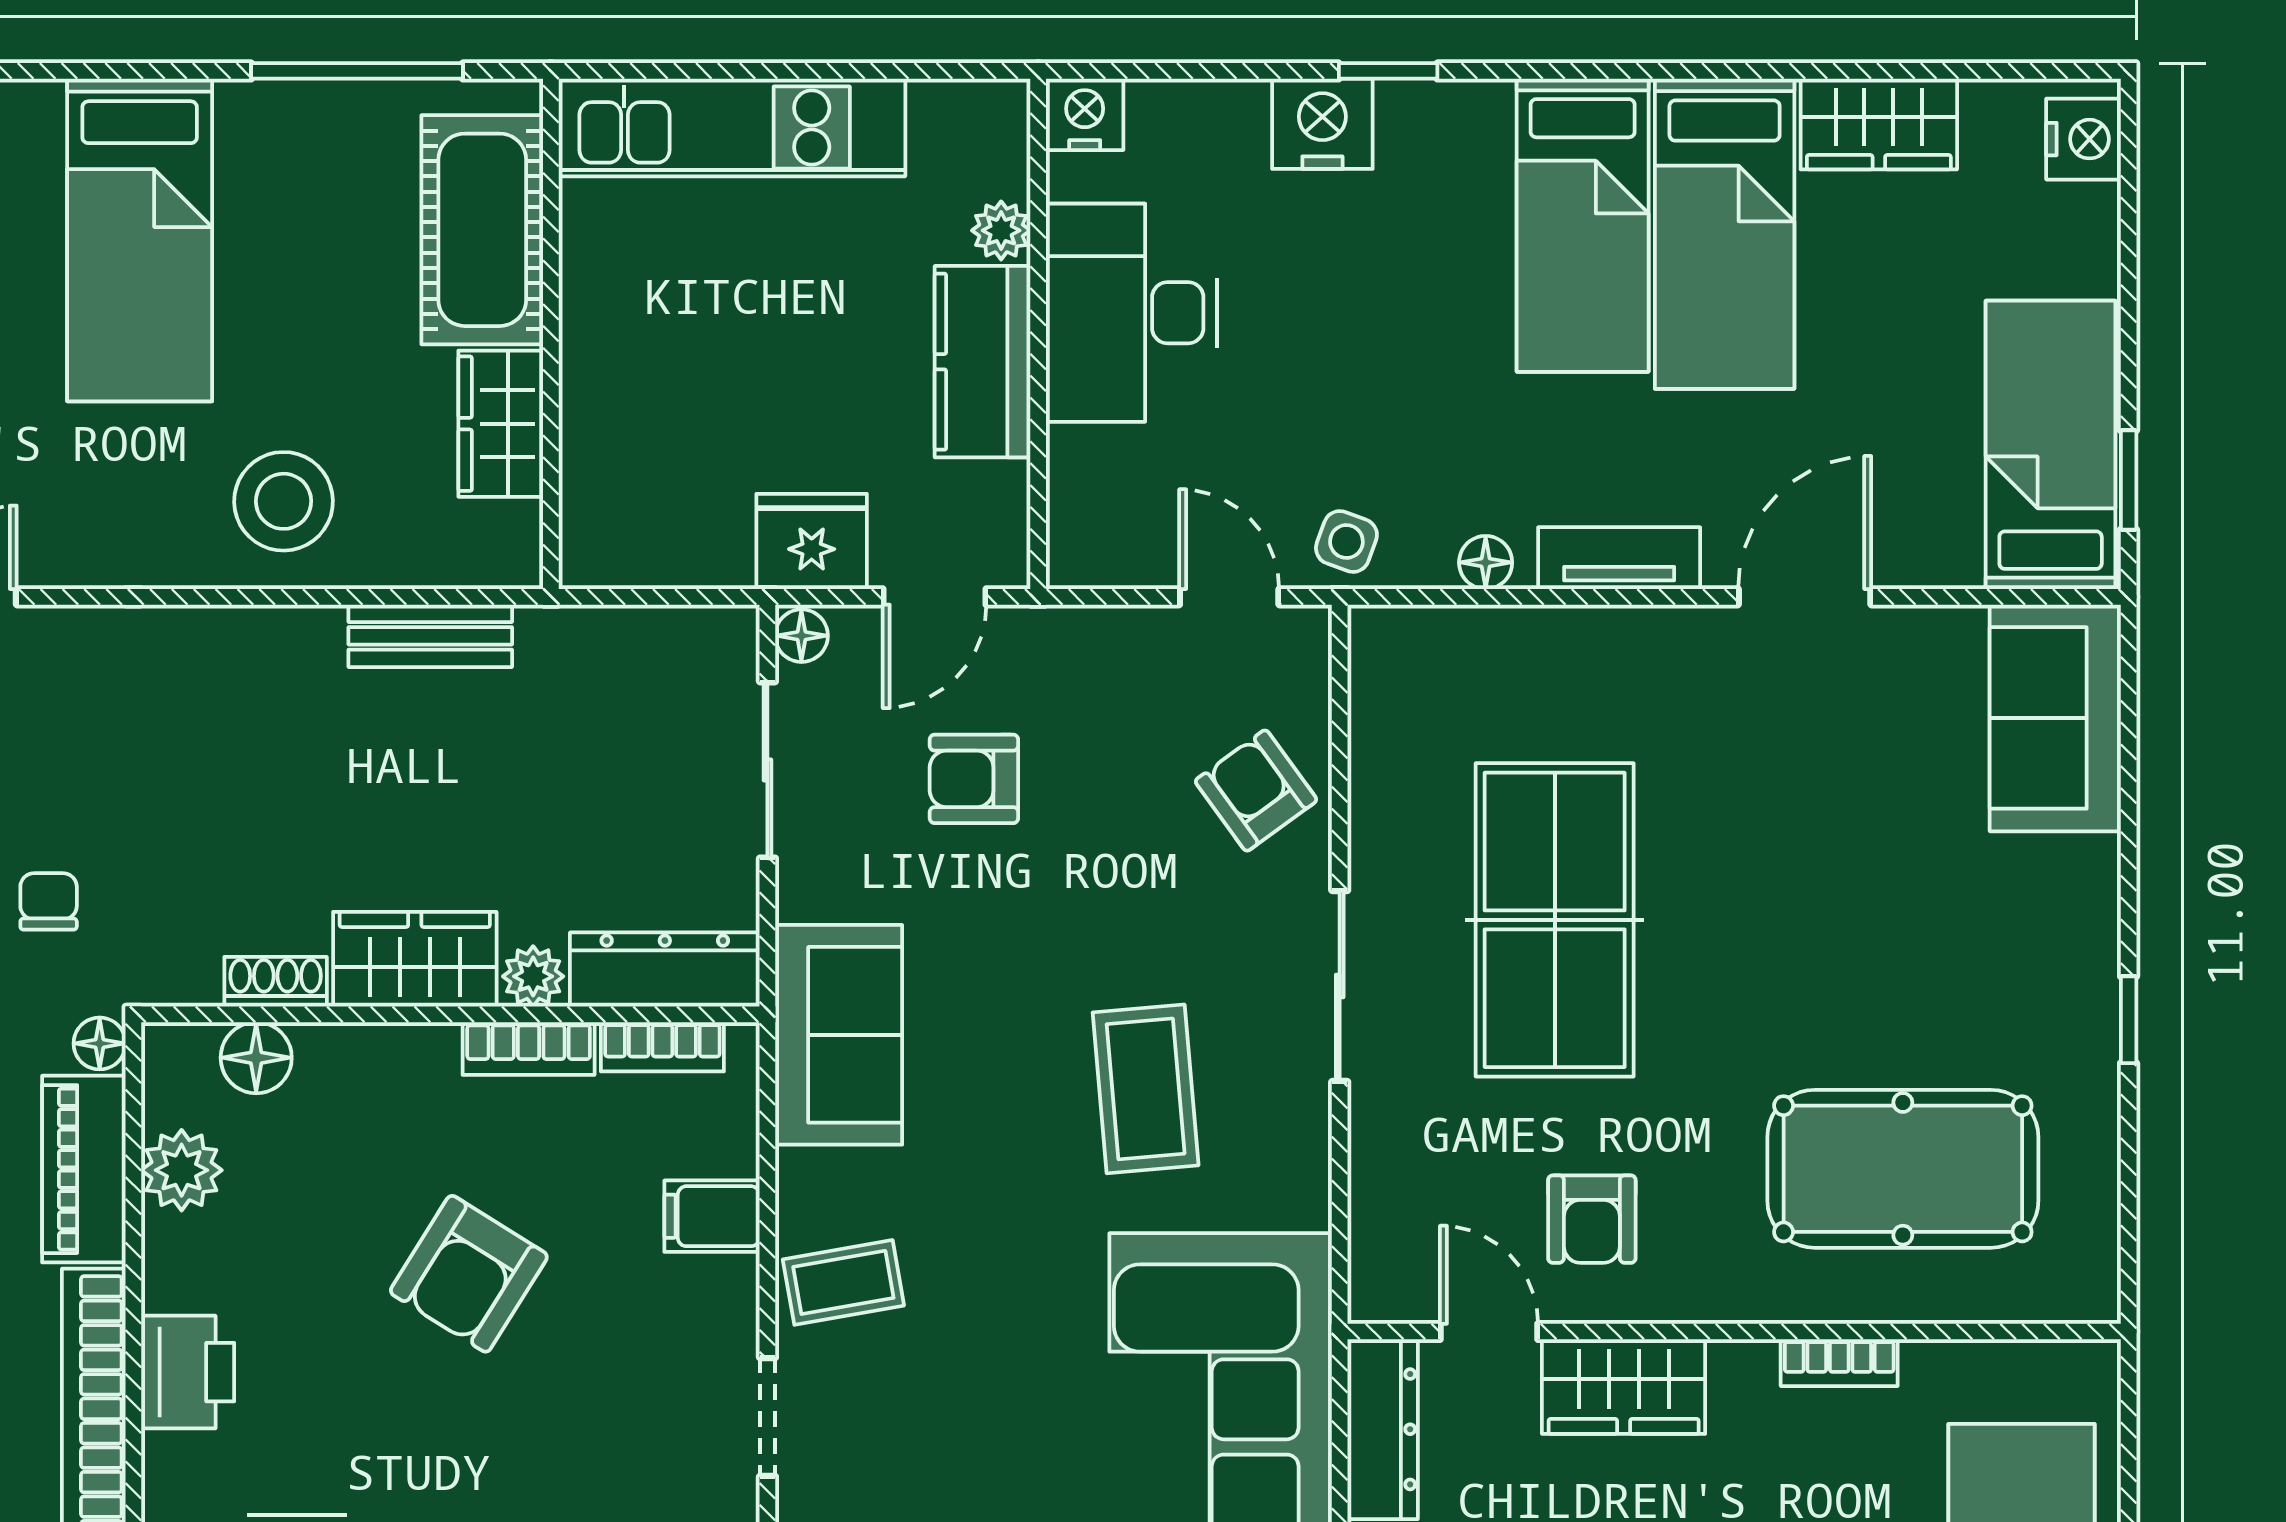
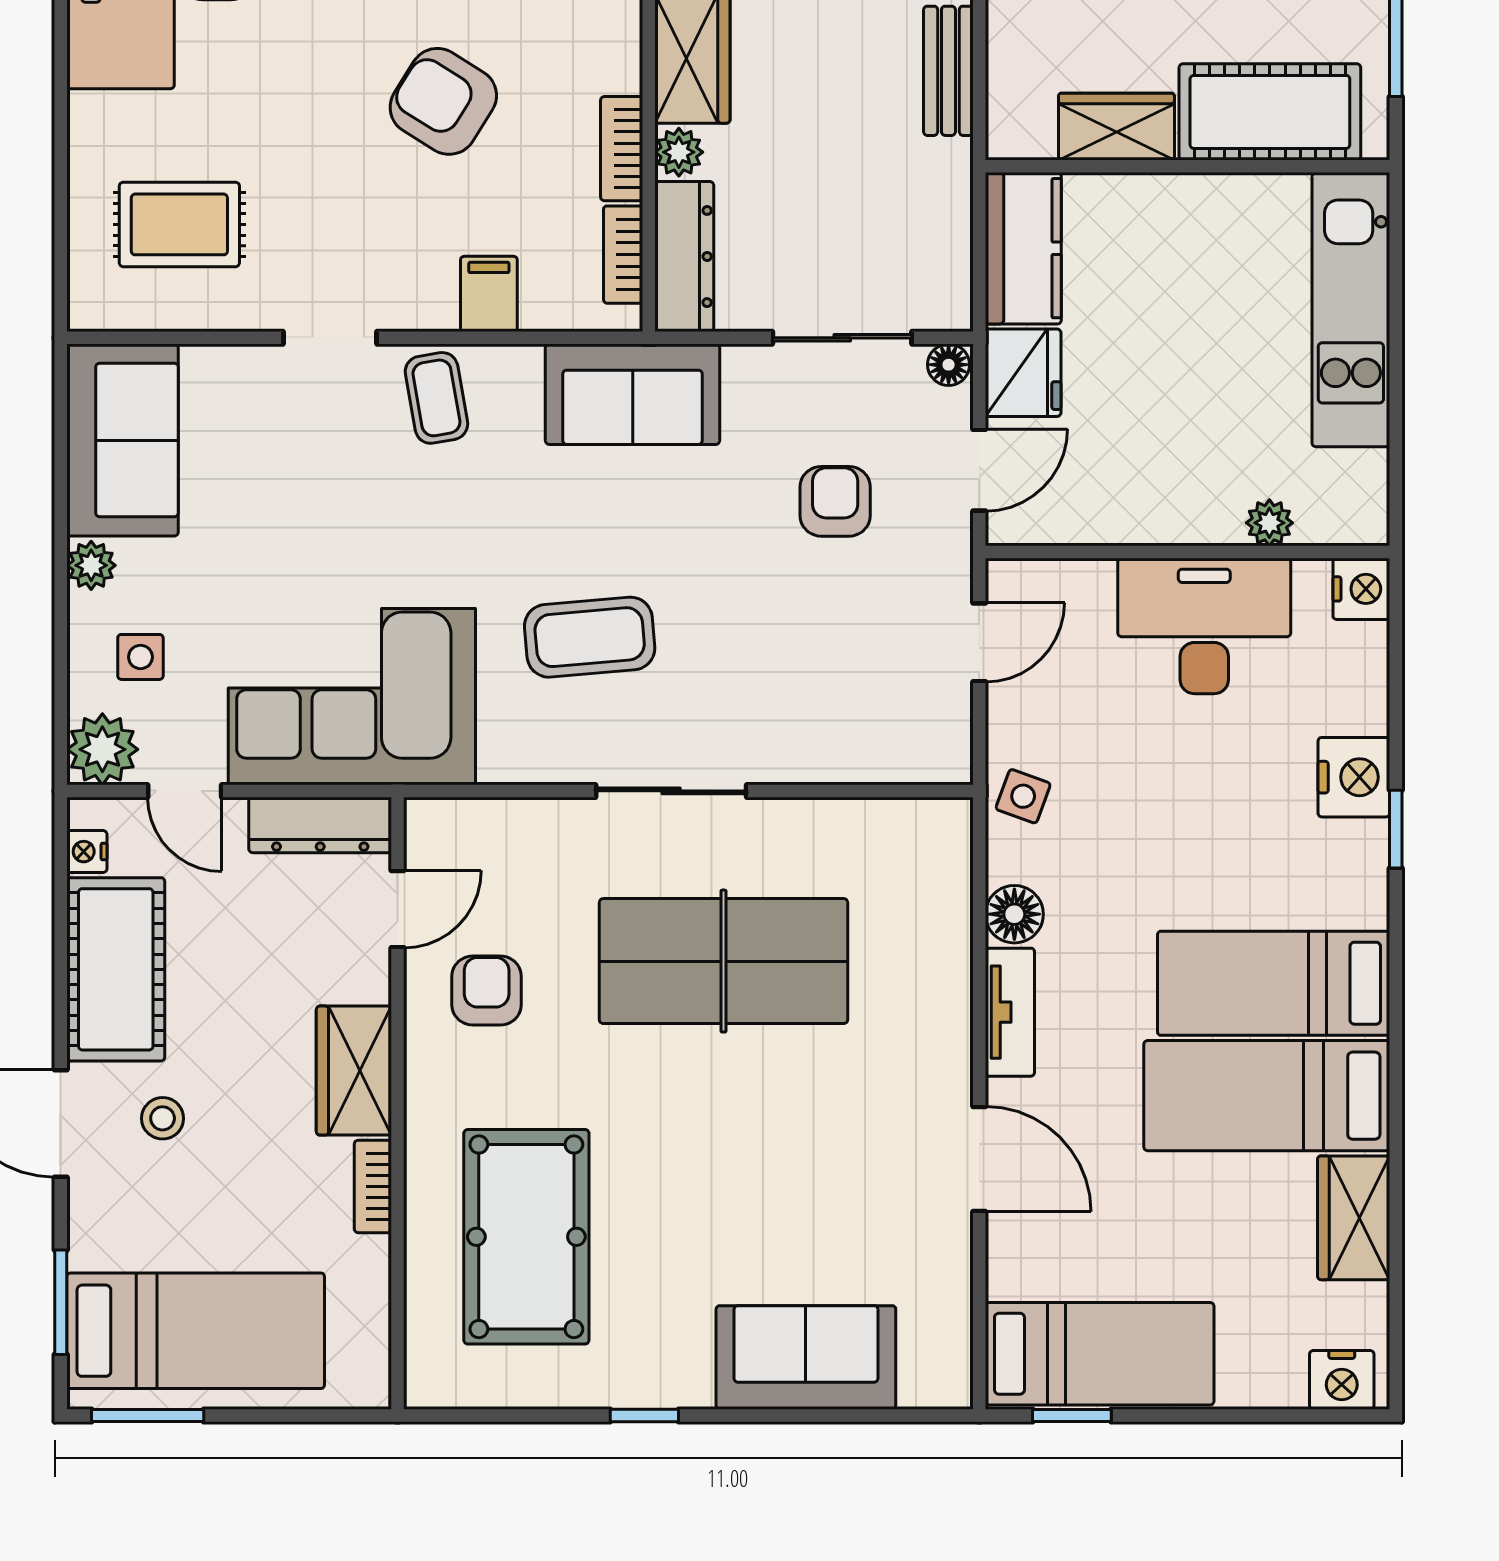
kitchen counter: (983, 362) -> (1023, 248), moved, turned 90
floor lamp: (1486, 562) -> (1014, 914), width x1.37, depth x1.37
door: (935, 597) -> (979, 470), swing flipped
door: (1229, 597) -> (979, 642), moved
sofa: (2055, 718) -> (806, 1357), moved
armchair: (1256, 791) -> (826, 725), removed
armchair: (1592, 1219) -> (487, 991), turned 90
wardrobe: (1624, 1387) -> (354, 1071), moved

